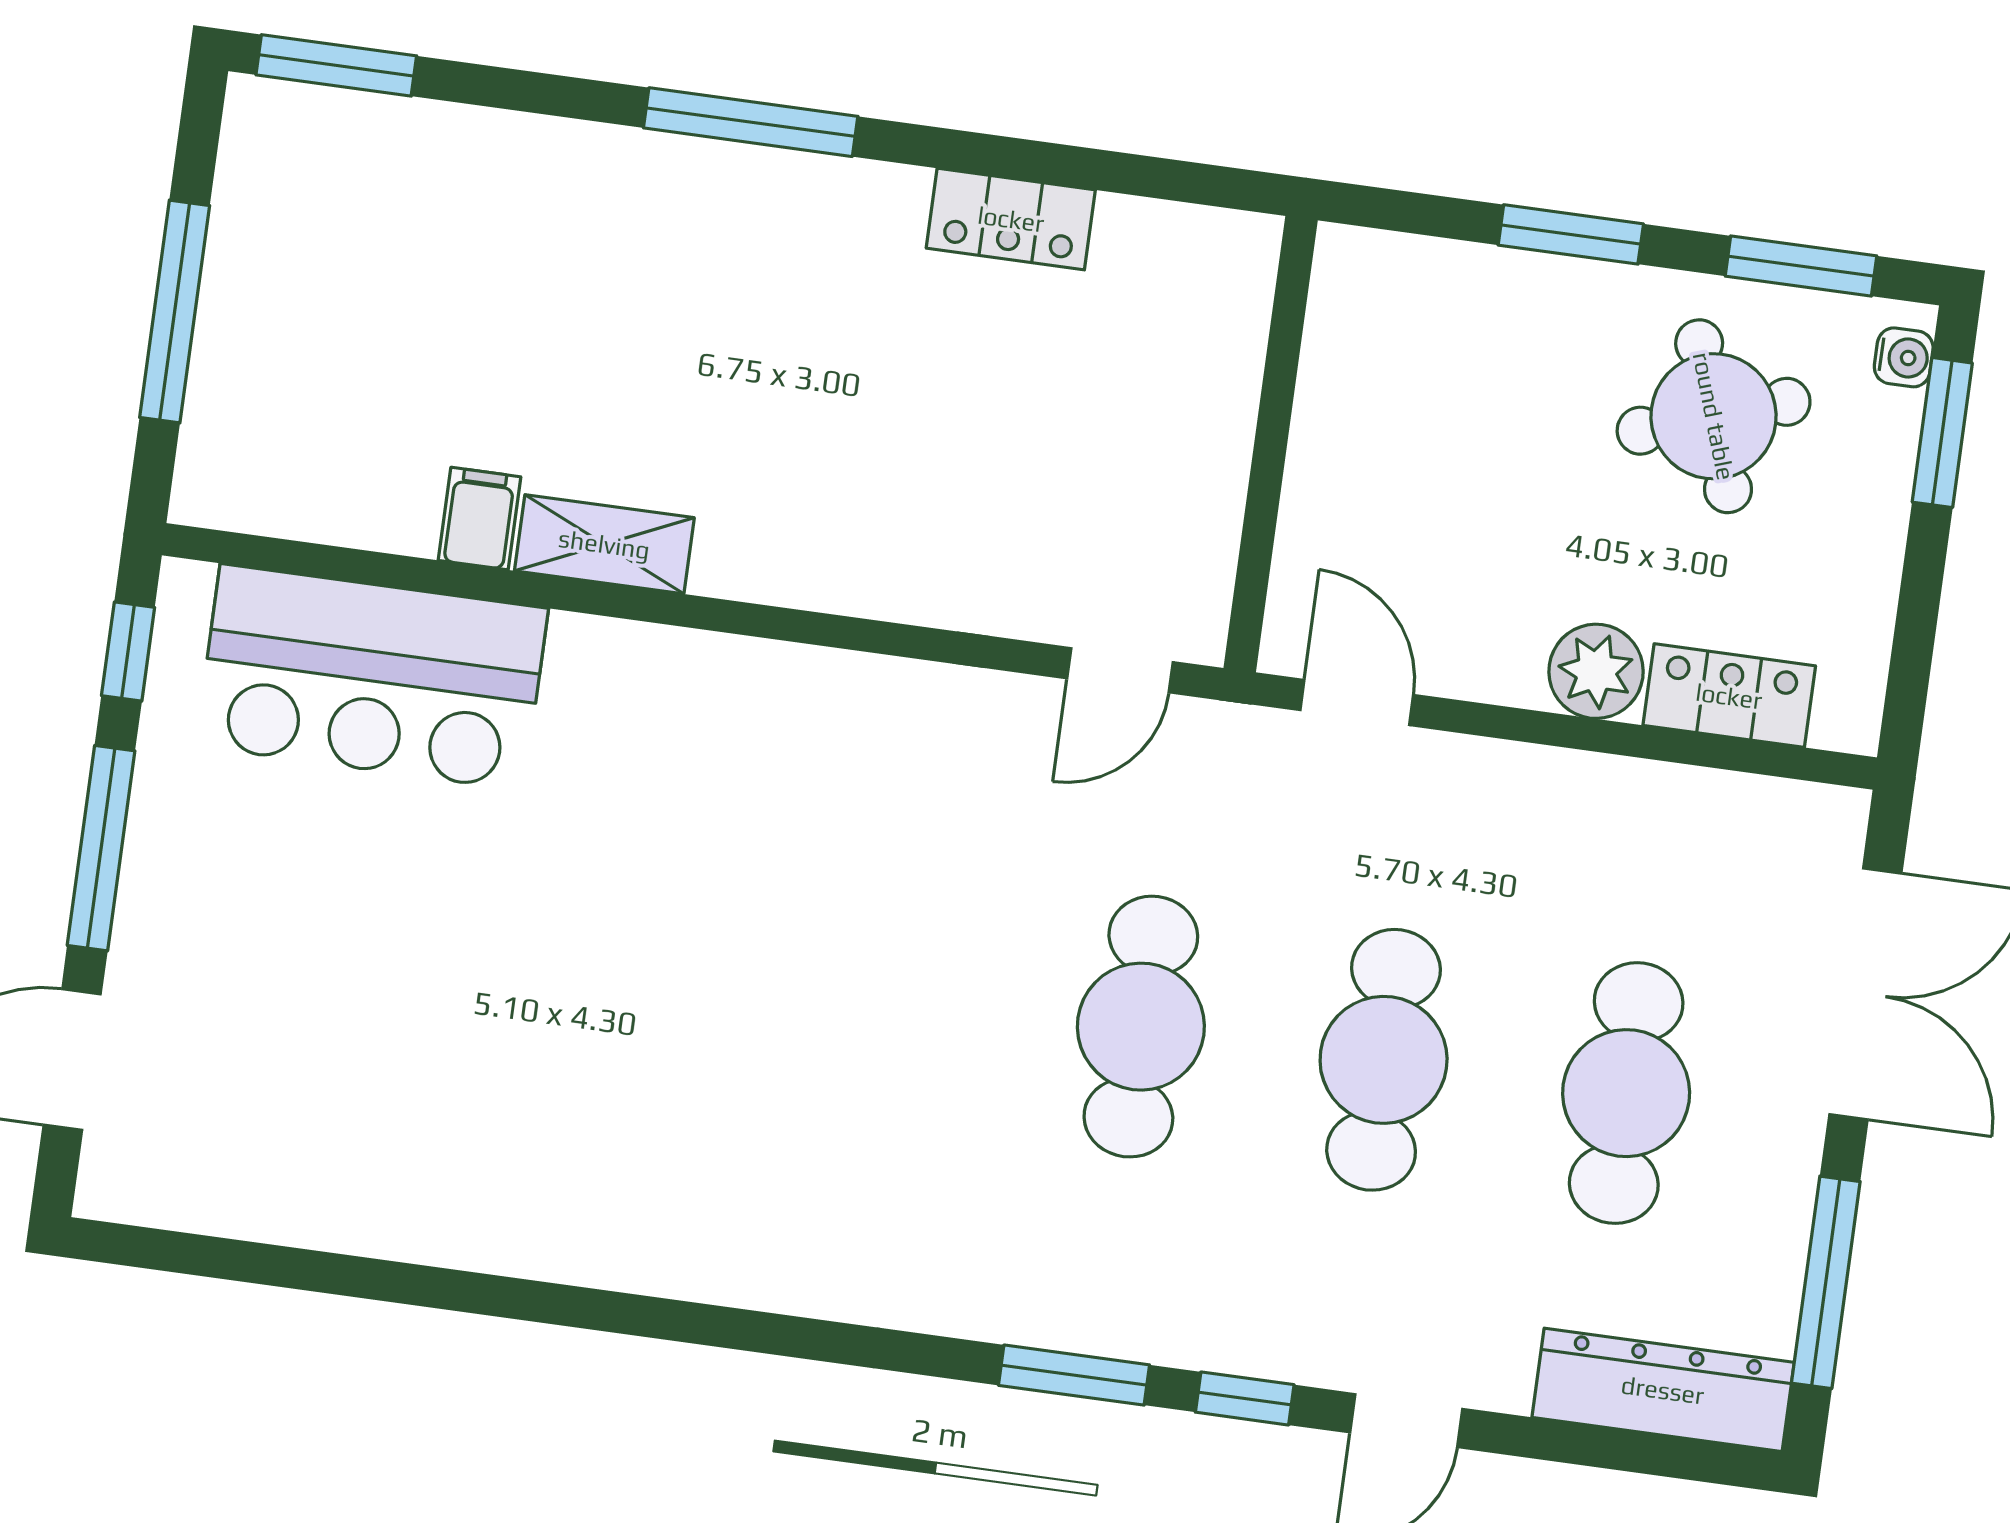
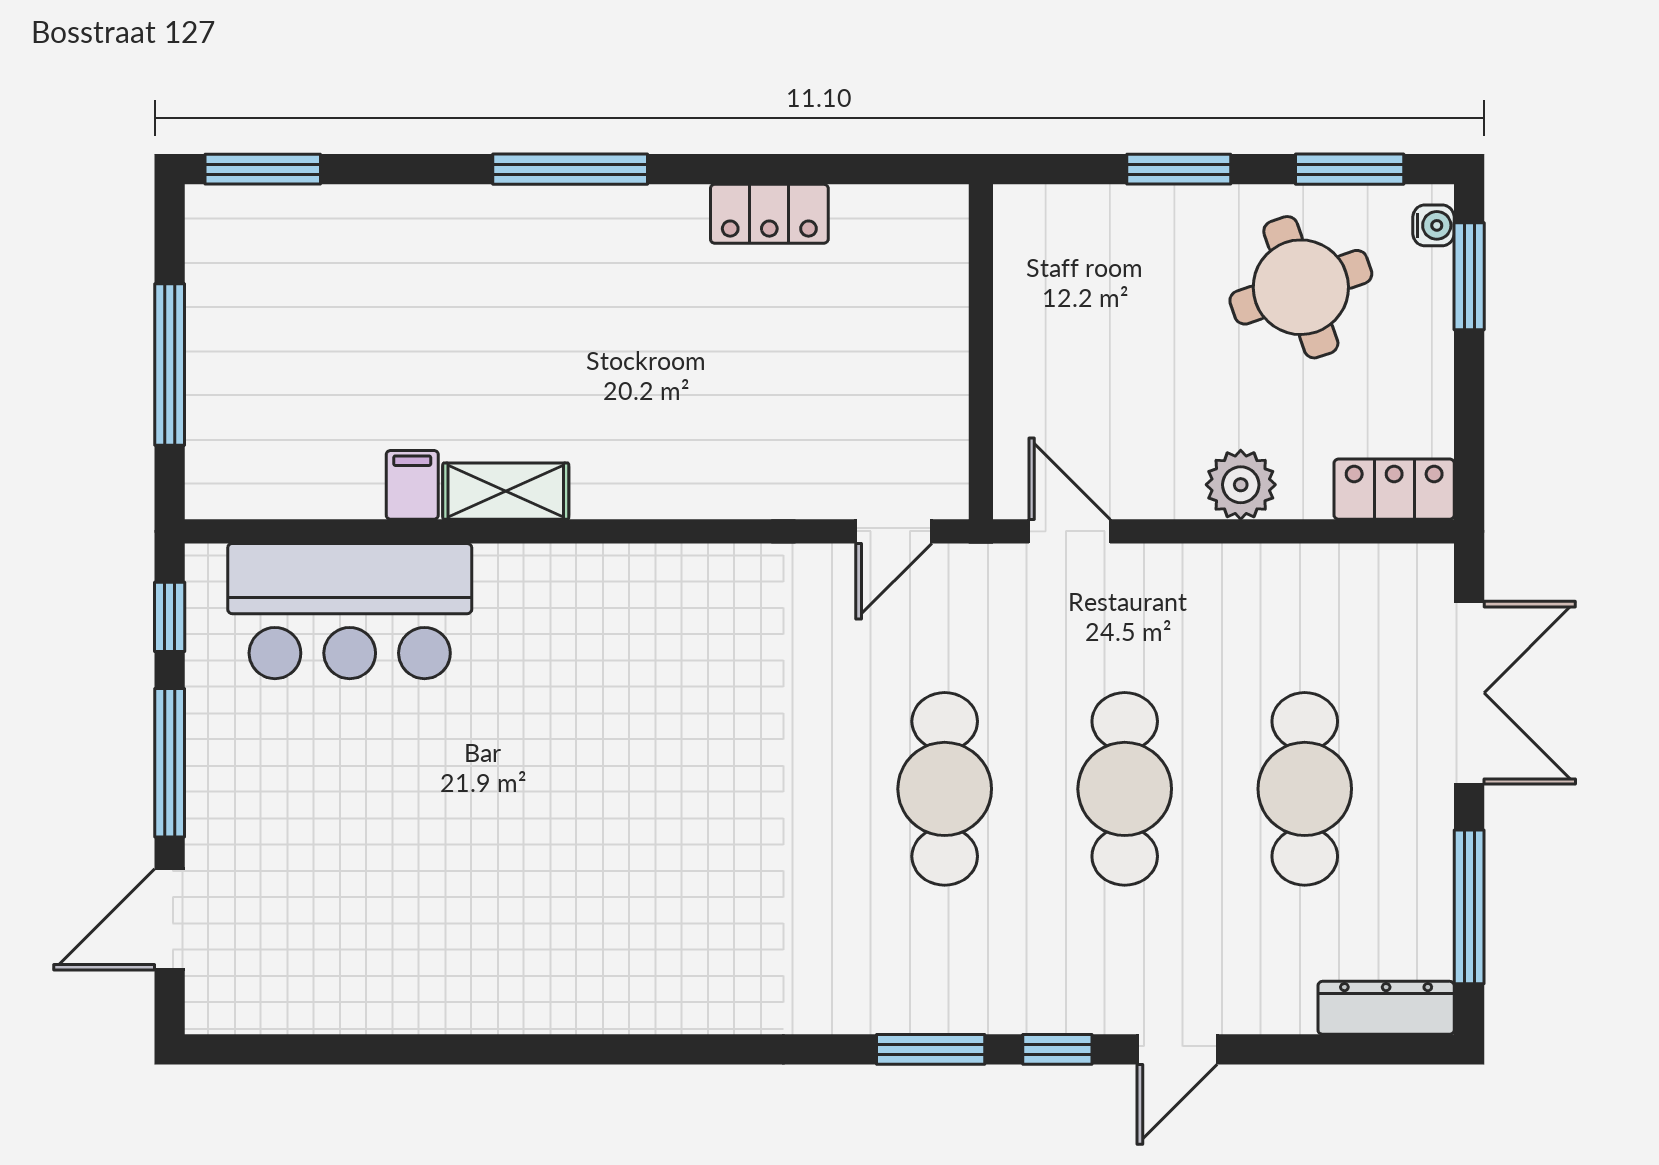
locker: (1729, 696) -> (1394, 489), moved
dresser: (1663, 1390) -> (1386, 1008), width x0.73, depth x0.80

